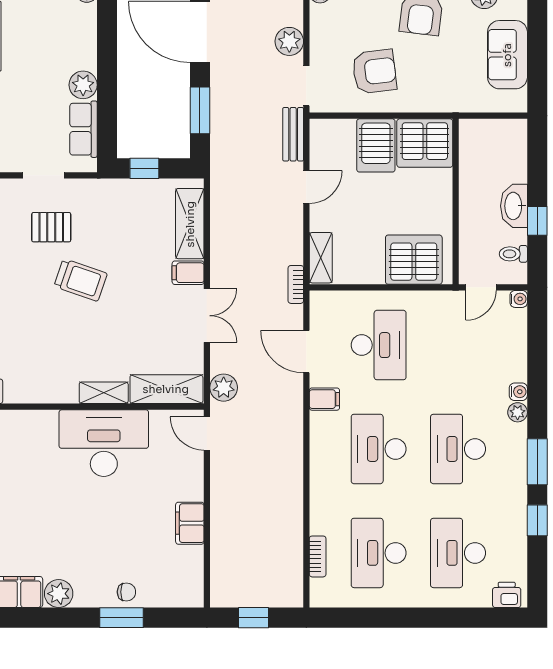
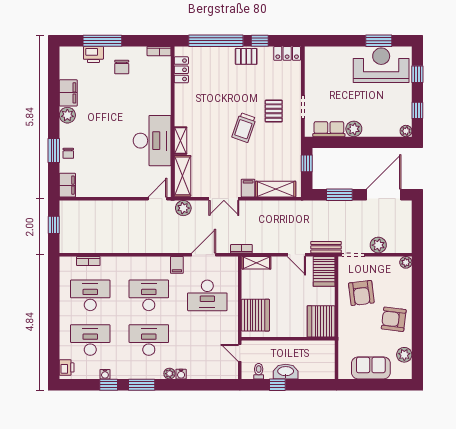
server rack: (376, 145) -> (324, 271), moved, turned -90
water cooler: (519, 299) -> (105, 374), moved
filing cabinet: (190, 523) -> (67, 185), moved, turned 90

